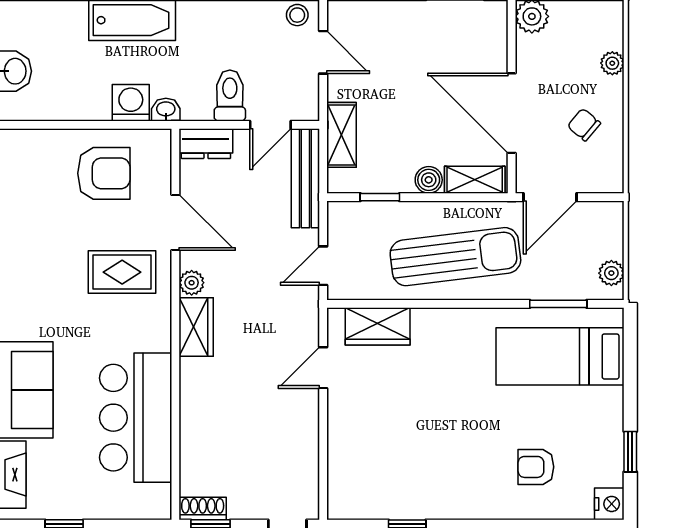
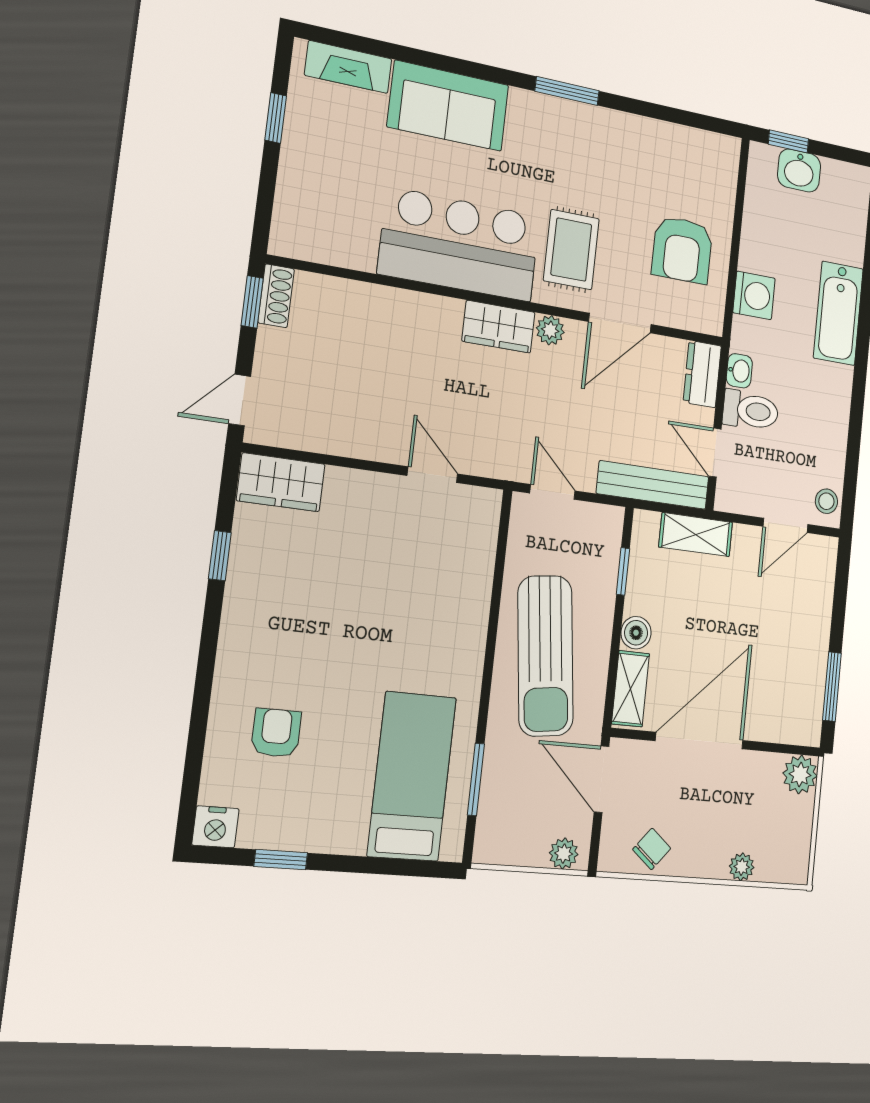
washbasin: (166, 110) -> (739, 371), moved
chair: (584, 125) -> (652, 849), moved
plant: (611, 273) -> (564, 854), moved
wardrobe: (378, 326) -> (281, 482), moved, turned -90
bar counter: (136, 418) -> (459, 245), moved

